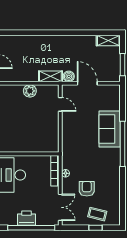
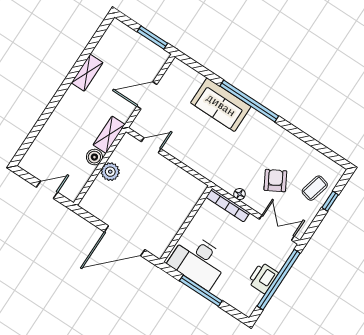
shelving: (108, 40) -> (87, 73), moved
boiler: (69, 76) -> (94, 157), moved
armchair: (87, 189) -> (275, 181), turned 61

